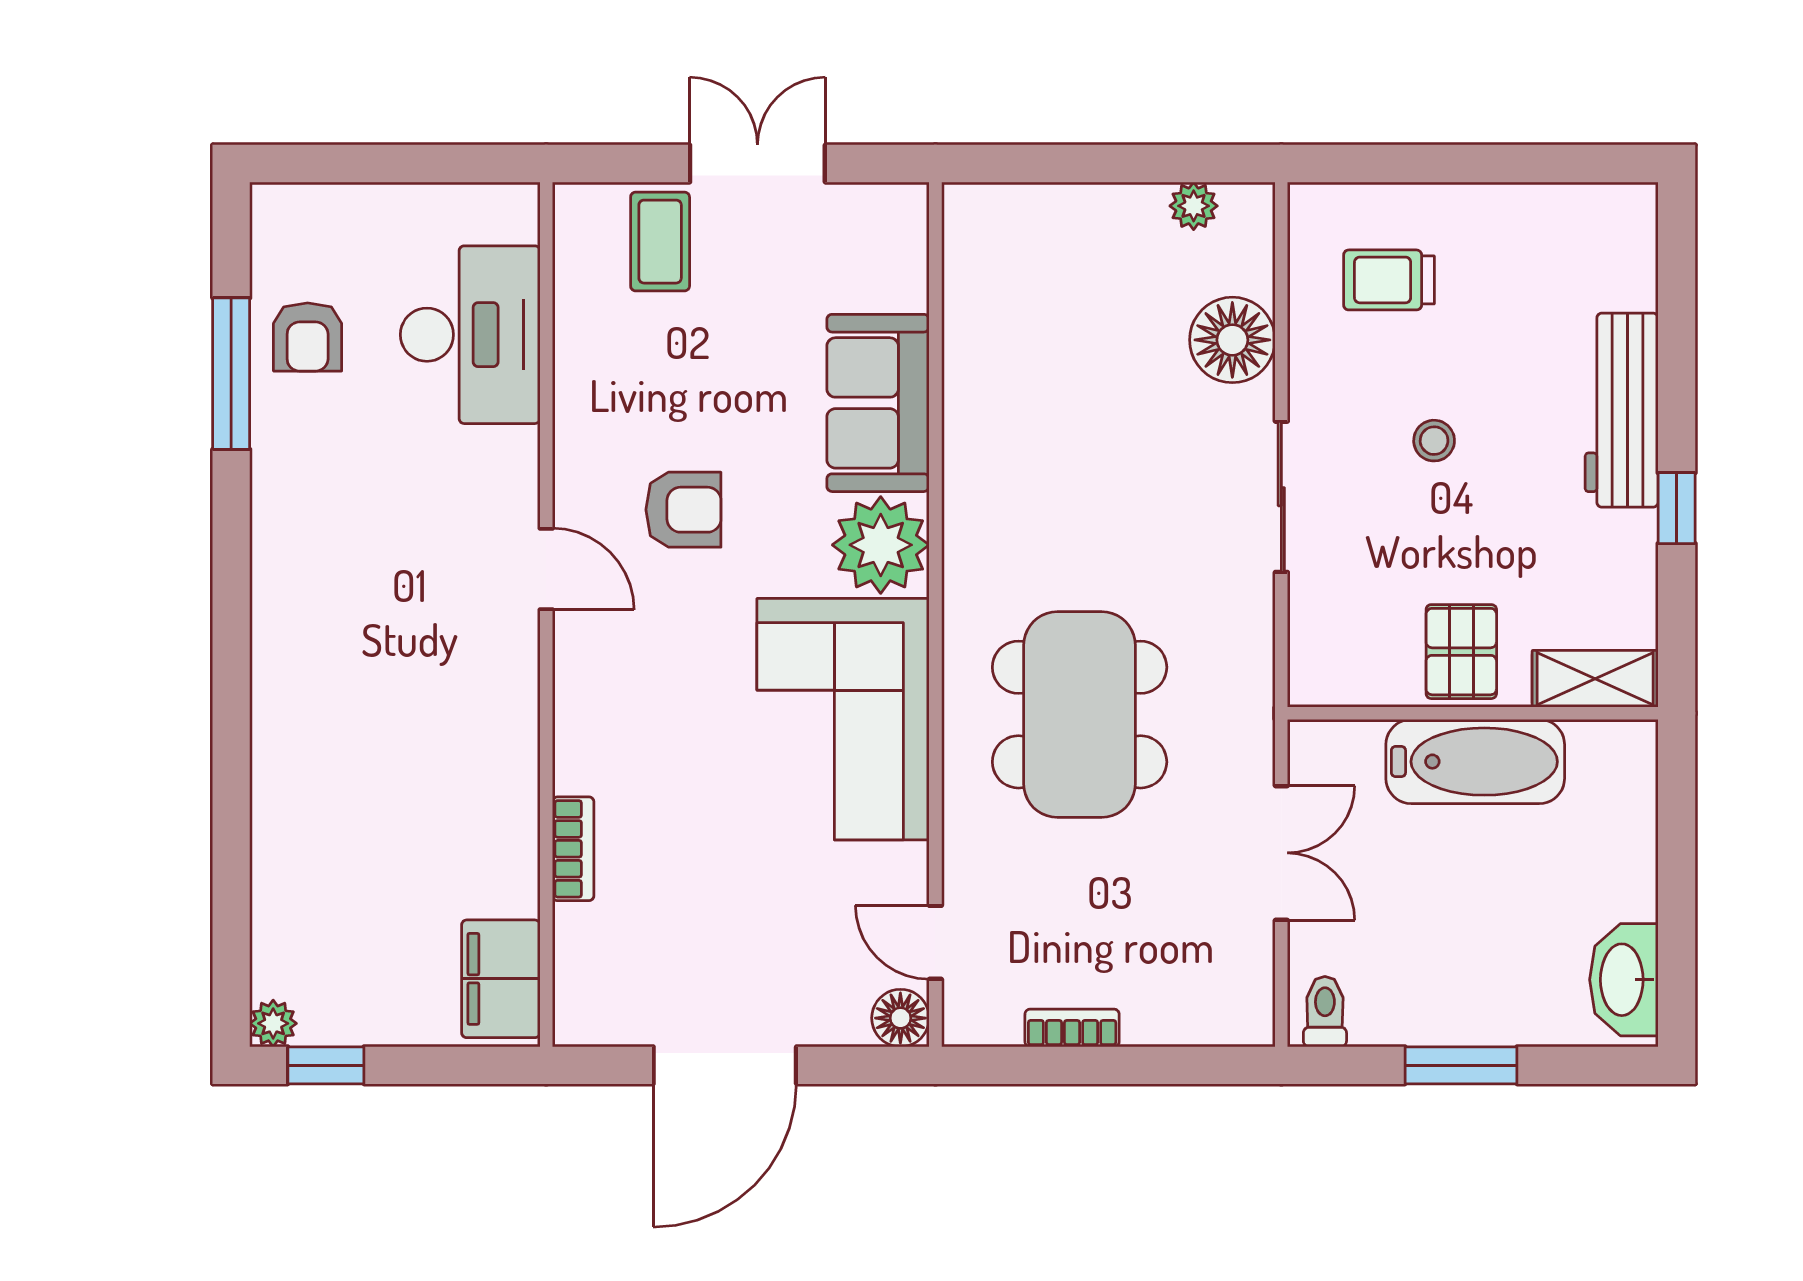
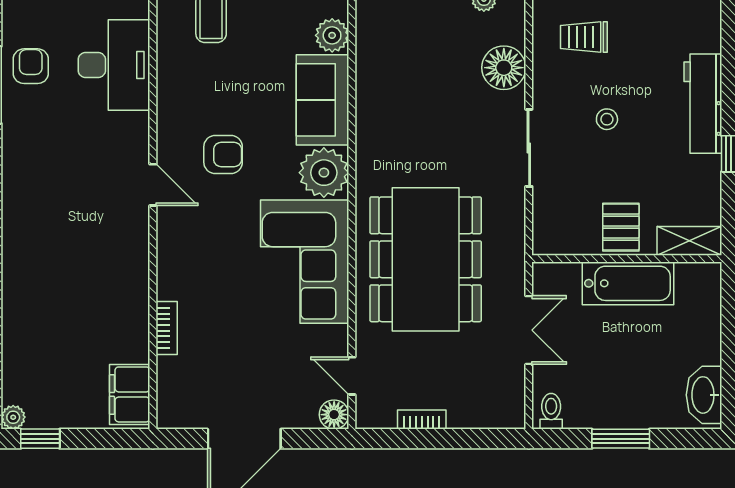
plant: (897, 277) -> (332, 35), added
armchair: (308, 337) -> (31, 66), turned 180
dining table: (1080, 715) -> (426, 259), width x1.36, depth x1.24

